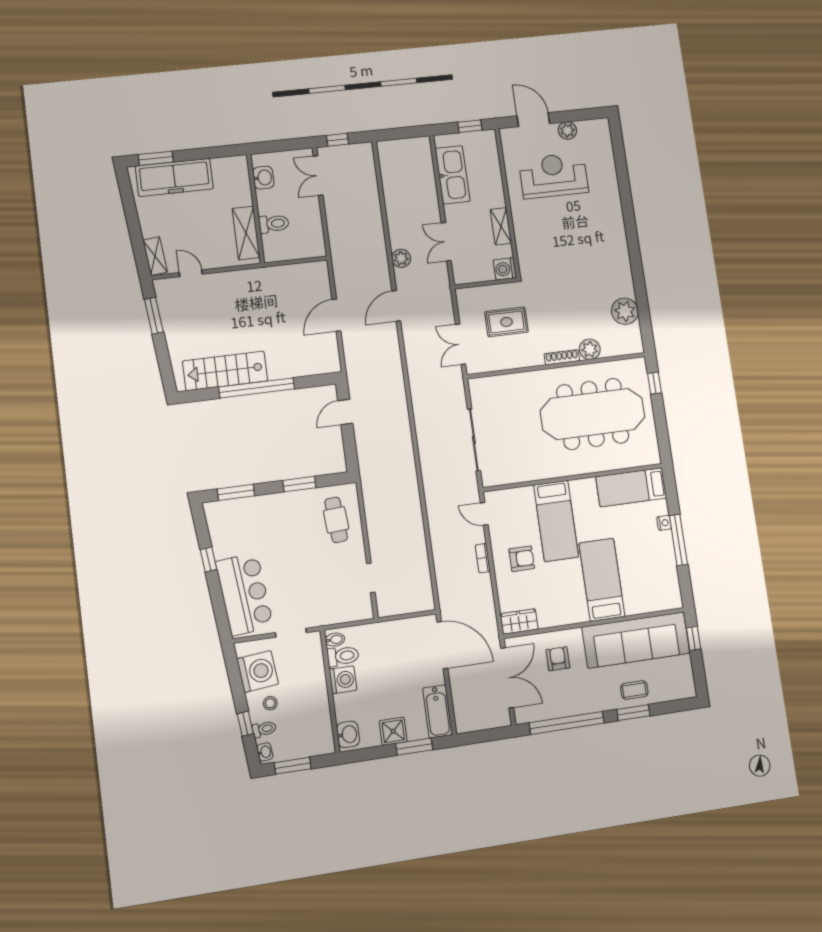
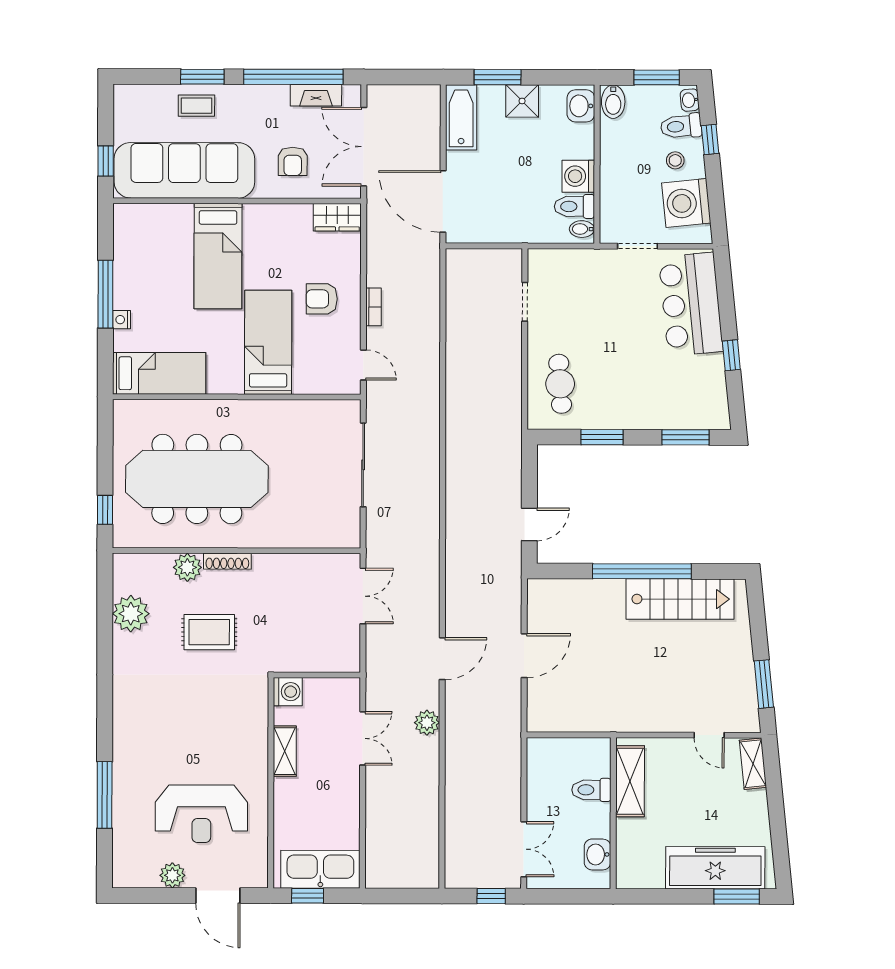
kitchen sink: (452, 175) -> (320, 869), moved, turned 90
window: (623, 181) -> (105, 795), added
rug: (506, 322) -> (209, 632), moved
fireplace: (548, 712) -> (316, 95), added
toilet: (264, 729) -> (681, 126), width x1.37, depth x1.39
bidet: (324, 742) -> (613, 102), added

